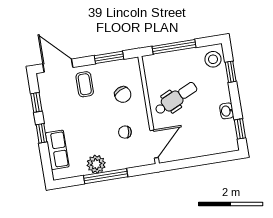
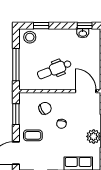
dental chair: (176, 98) -> (54, 69), turned -87
washbasin: (227, 111) -> (83, 33), moved
chair: (125, 132) -> (61, 124), moved

